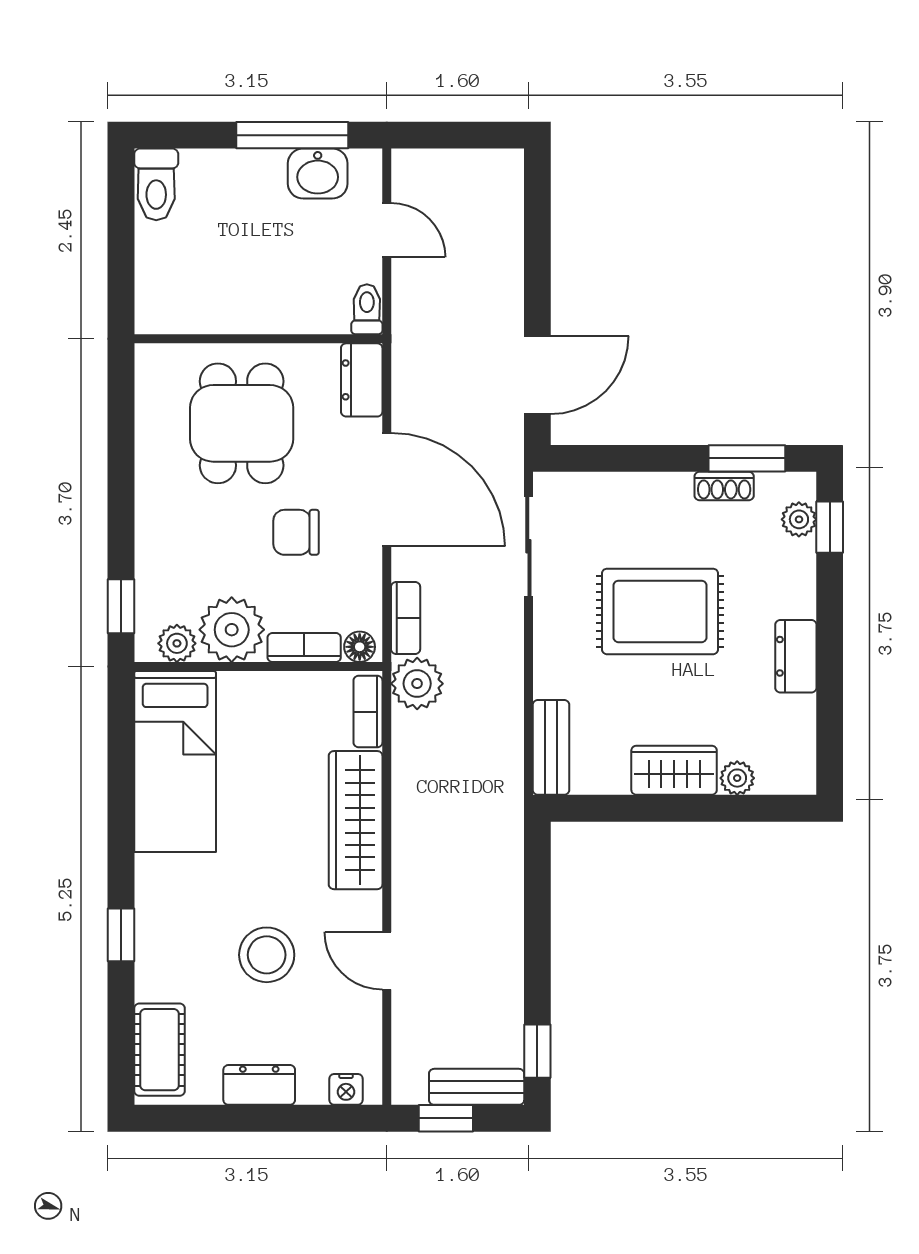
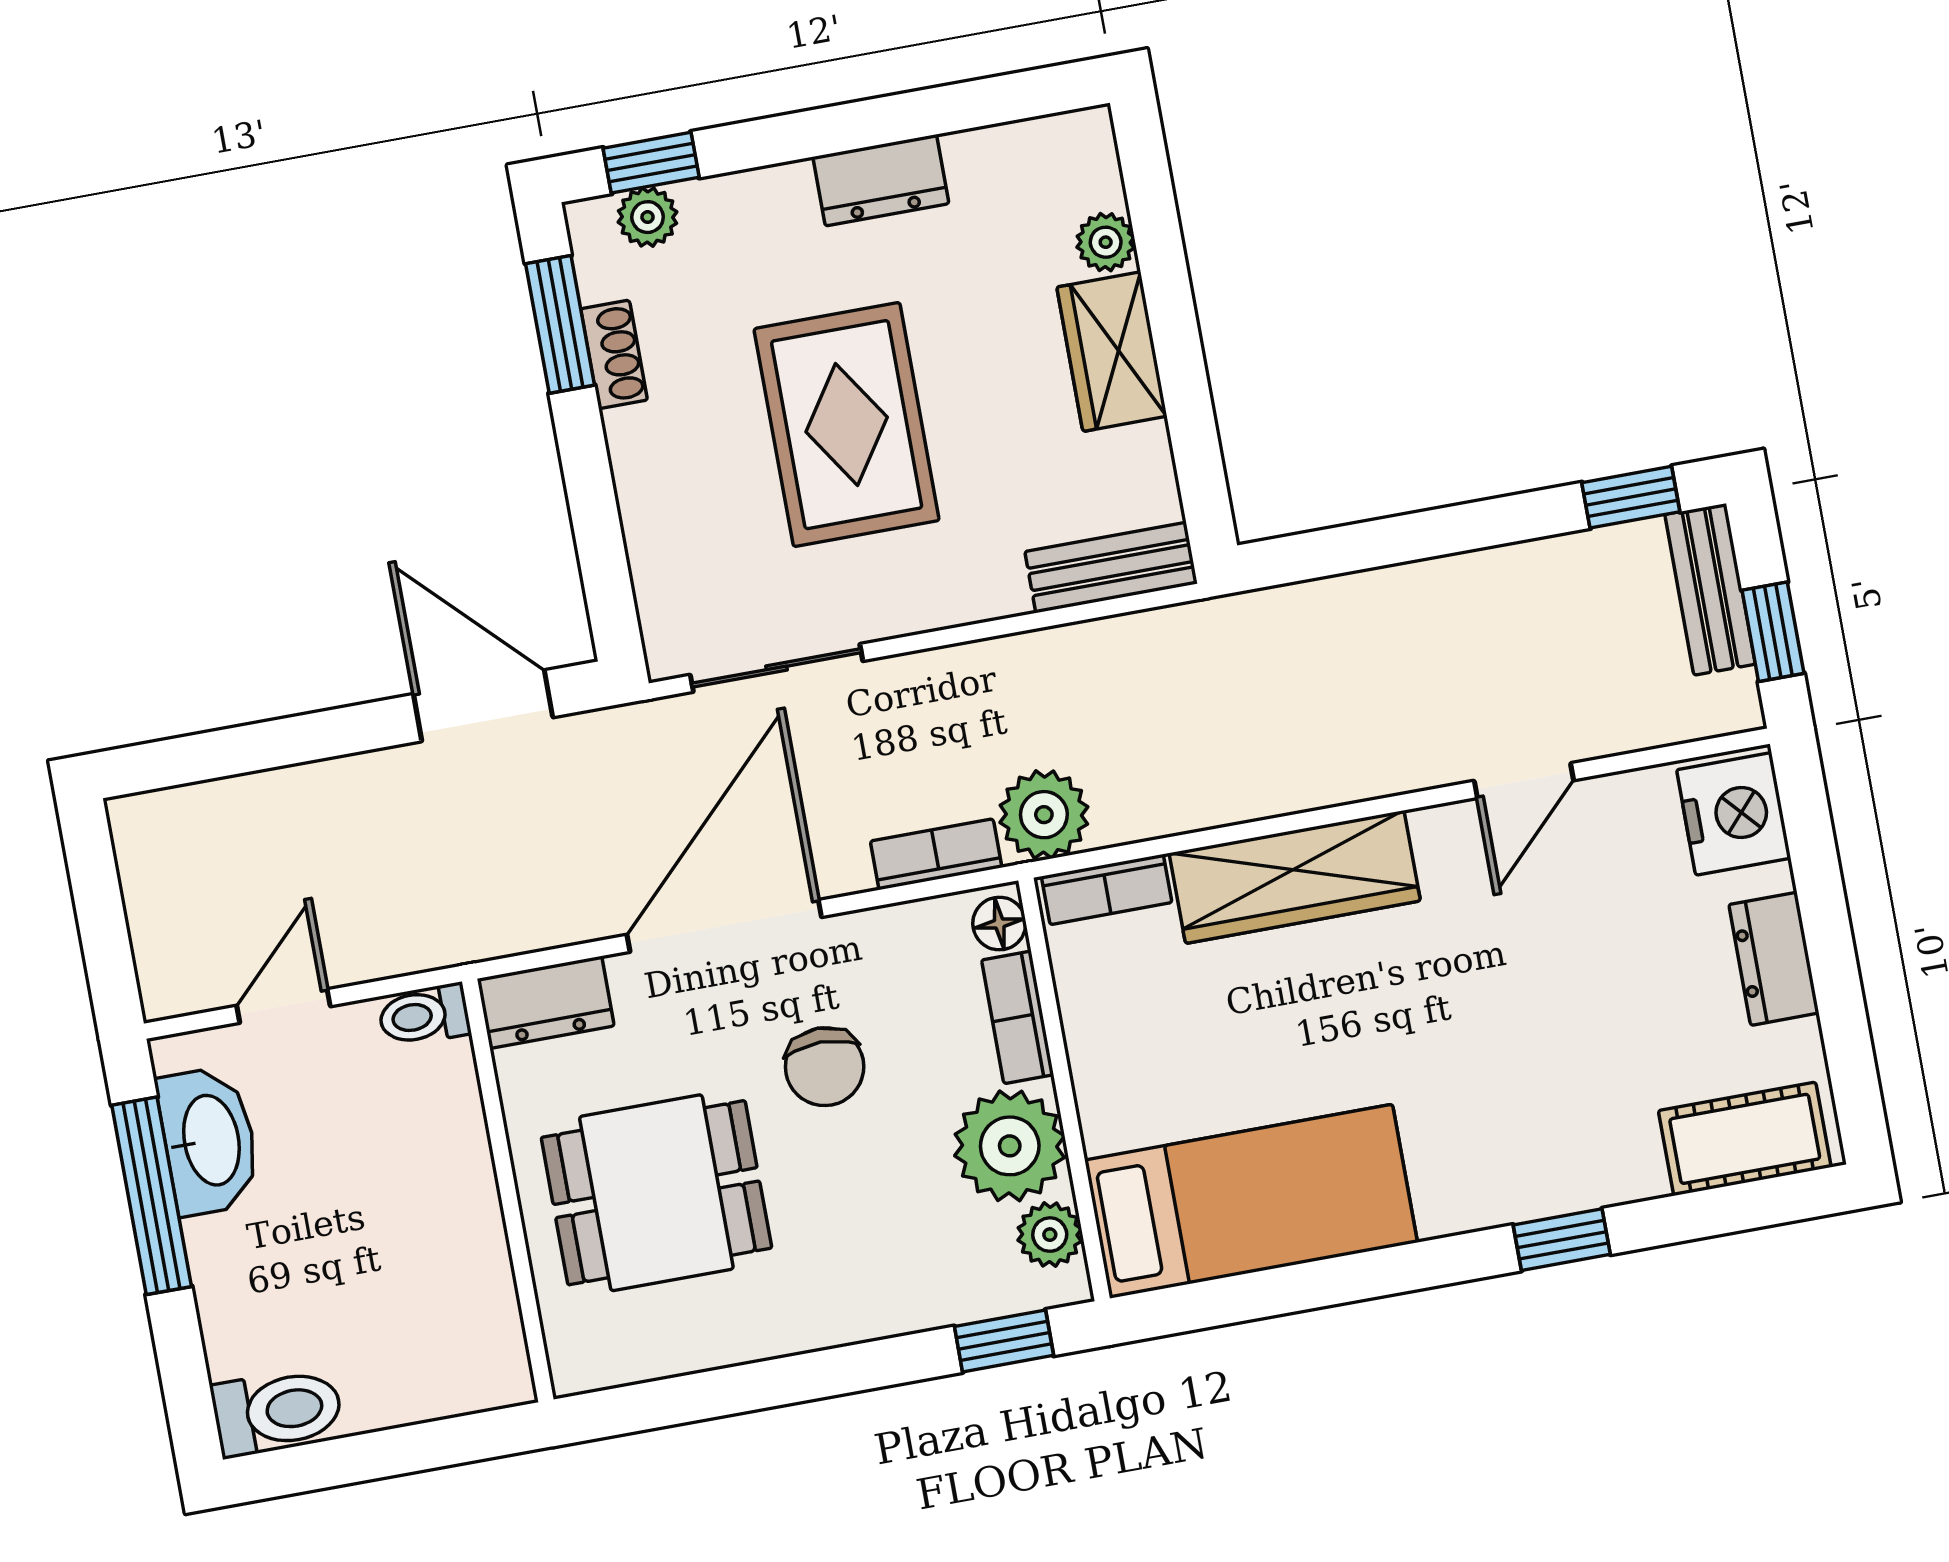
washbasin: (318, 174) -> (209, 1141), width x1.38
stool: (267, 955) -> (1551, 986), removed
nightstand: (346, 1089) -> (1734, 814), width x1.89, depth x1.79

